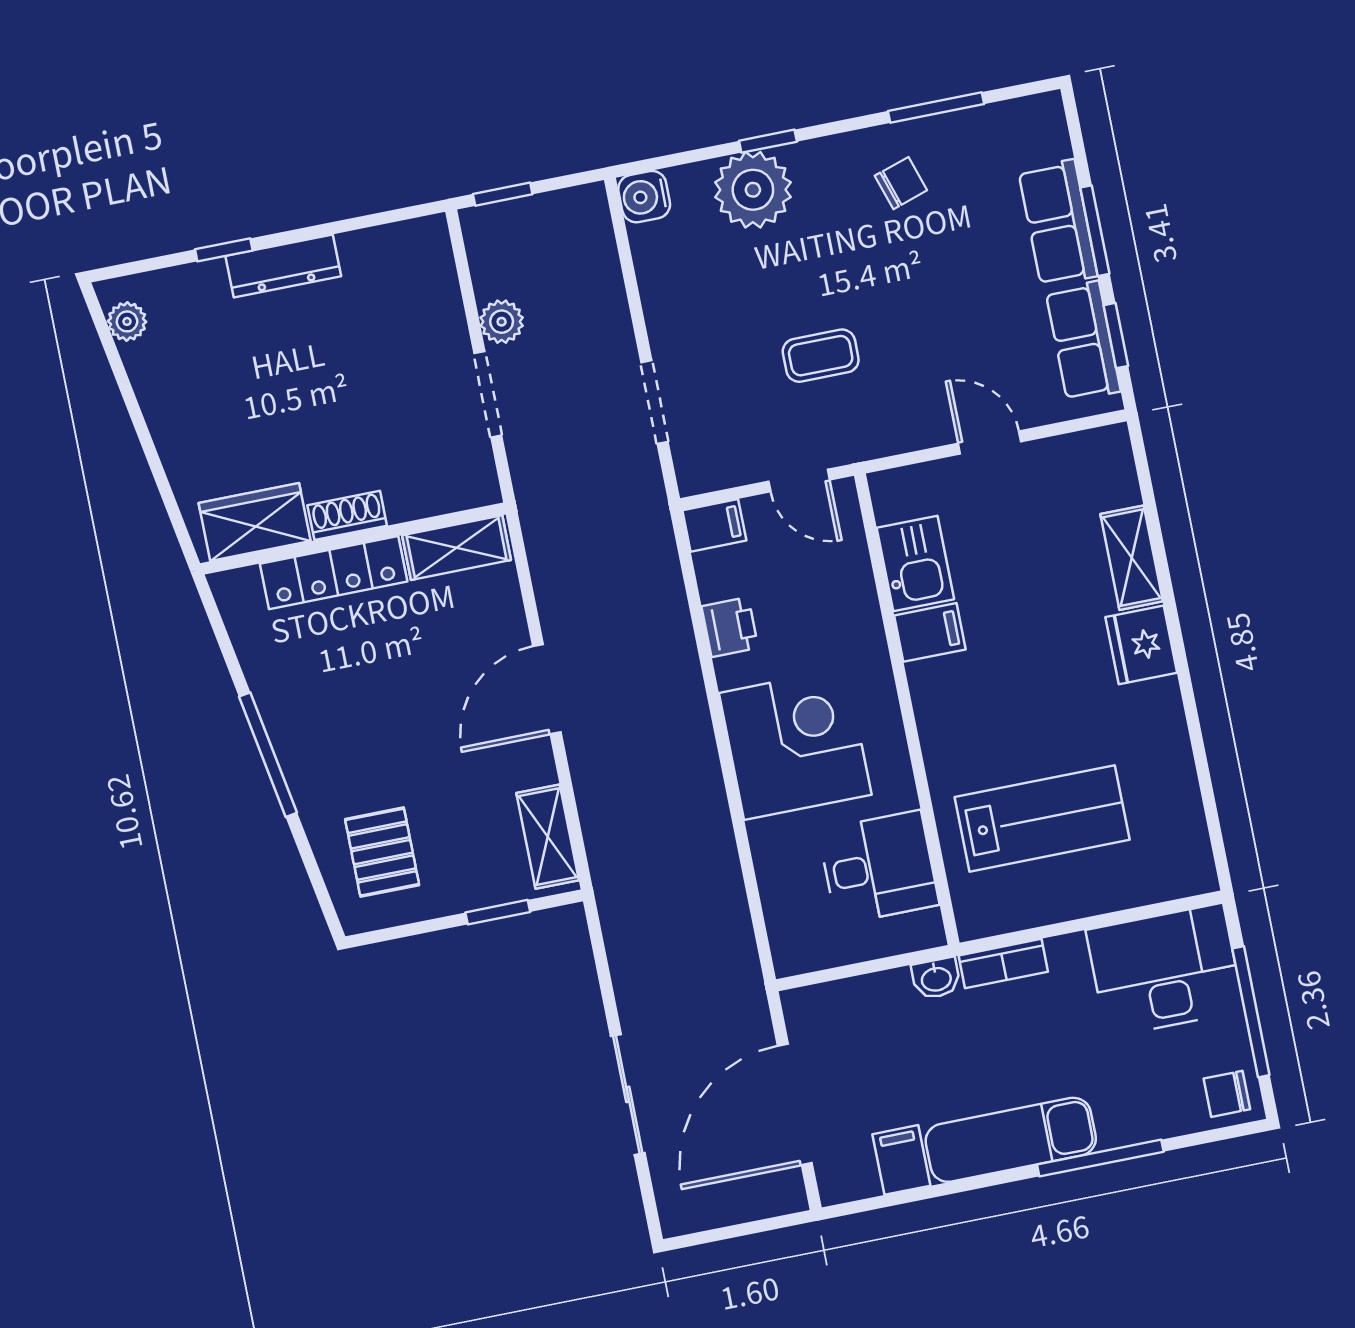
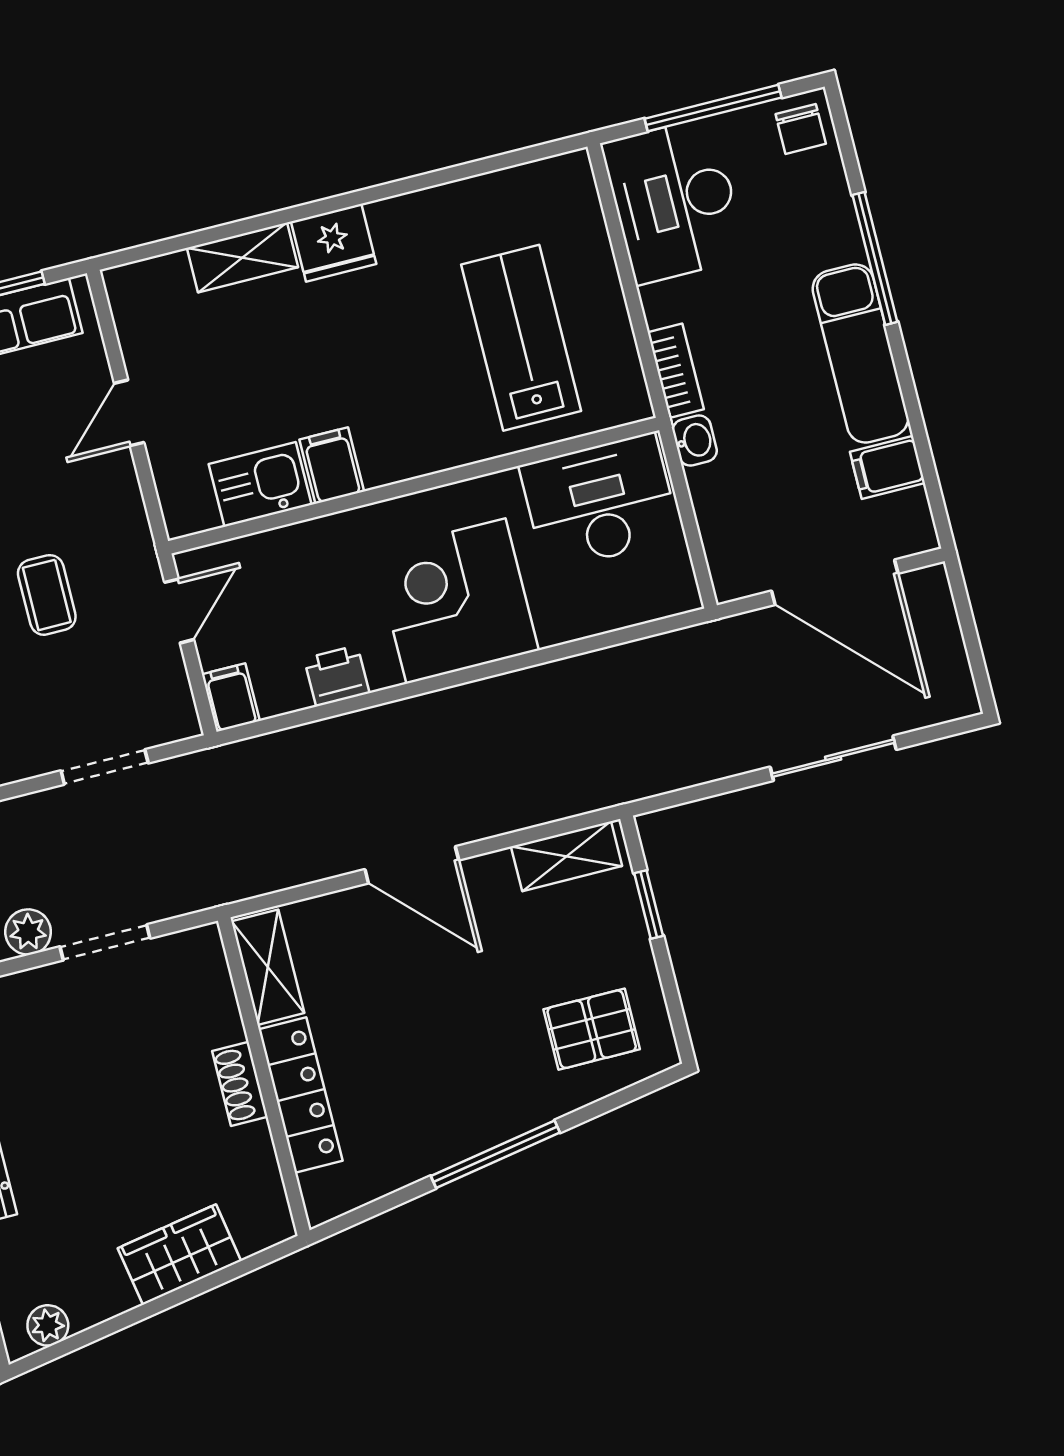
wardrobe: (255, 522) -> (179, 1255), moved, turned 80
desk: (879, 867) -> (600, 502), width x1.37

